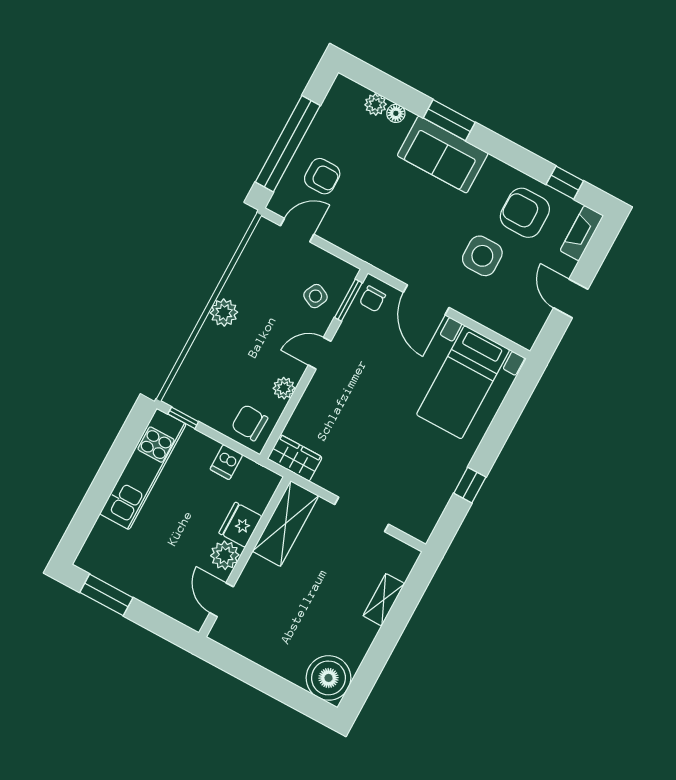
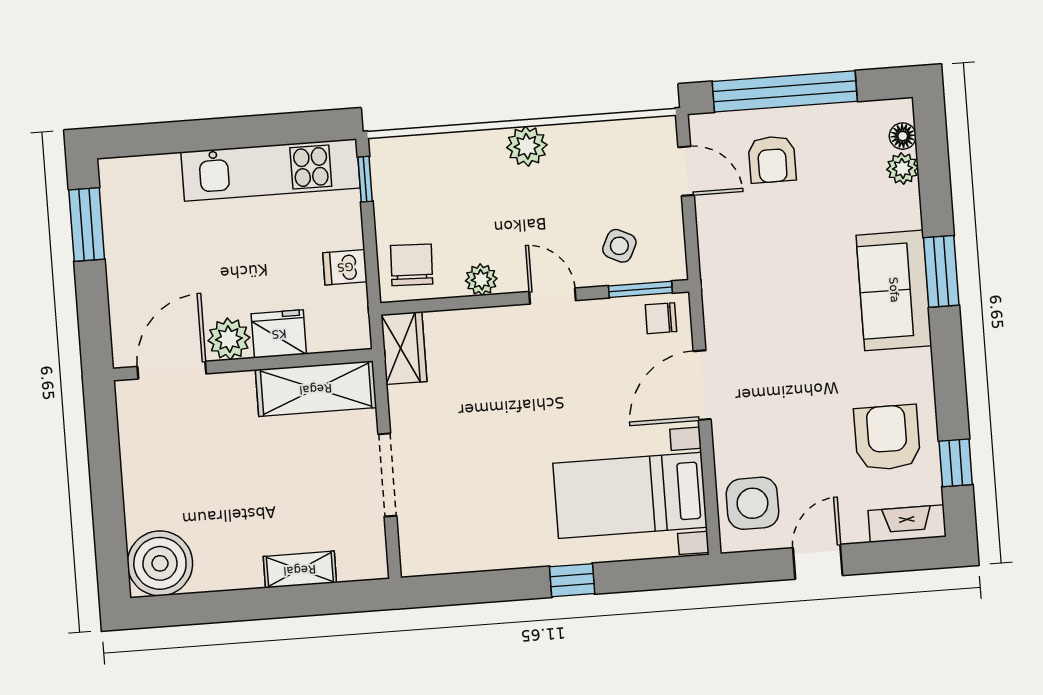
floor lamp: (396, 113) -> (903, 136), moved
side table: (482, 256) -> (752, 503), moved
window: (470, 485) -> (572, 580), moved
door: (222, 600) -> (172, 370), width x1.38

